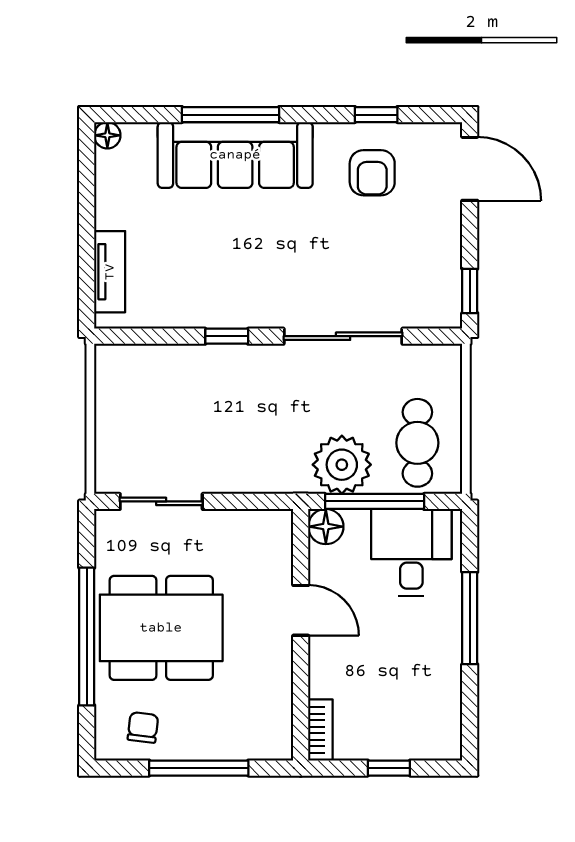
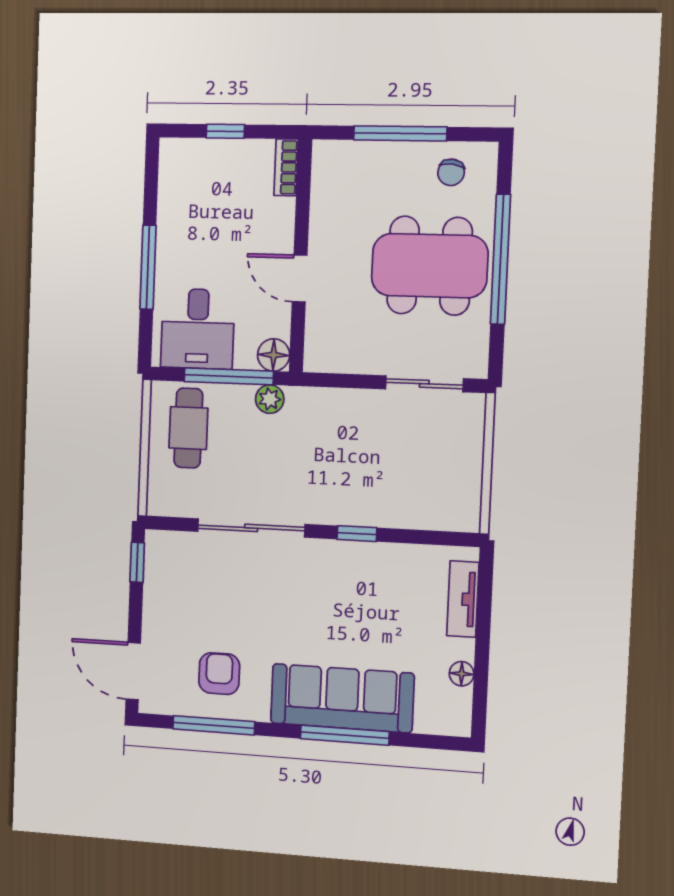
window: (376, 115) -> (214, 725), width x2.17
floor lamp: (107, 135) -> (462, 674), moved
plant: (342, 465) -> (270, 399), width x0.53, depth x0.53

